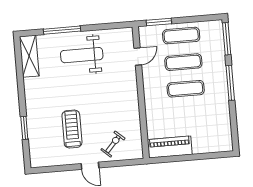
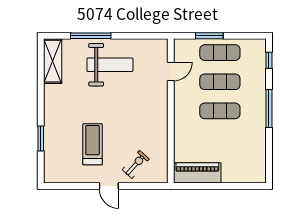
window: (159, 22) -> (209, 36), moved
window: (227, 39) -> (269, 60), width x0.46
weight bench: (82, 55) -> (110, 65), turned 180

